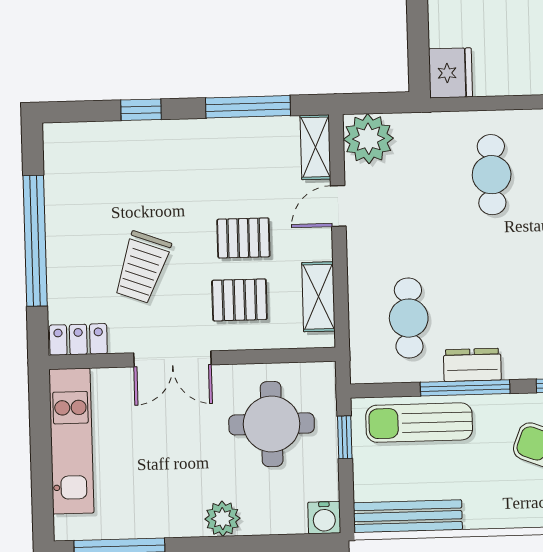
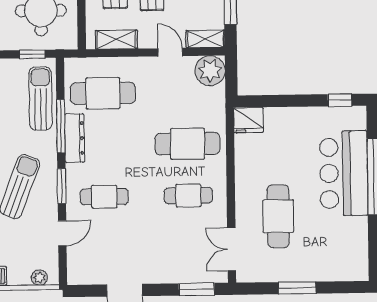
cafe table: (492, 175) -> (188, 144), width x1.37, depth x1.35
cafe table: (409, 318) -> (103, 93), width x1.37, depth x1.35
dresser: (472, 365) -> (75, 138), width x1.44

